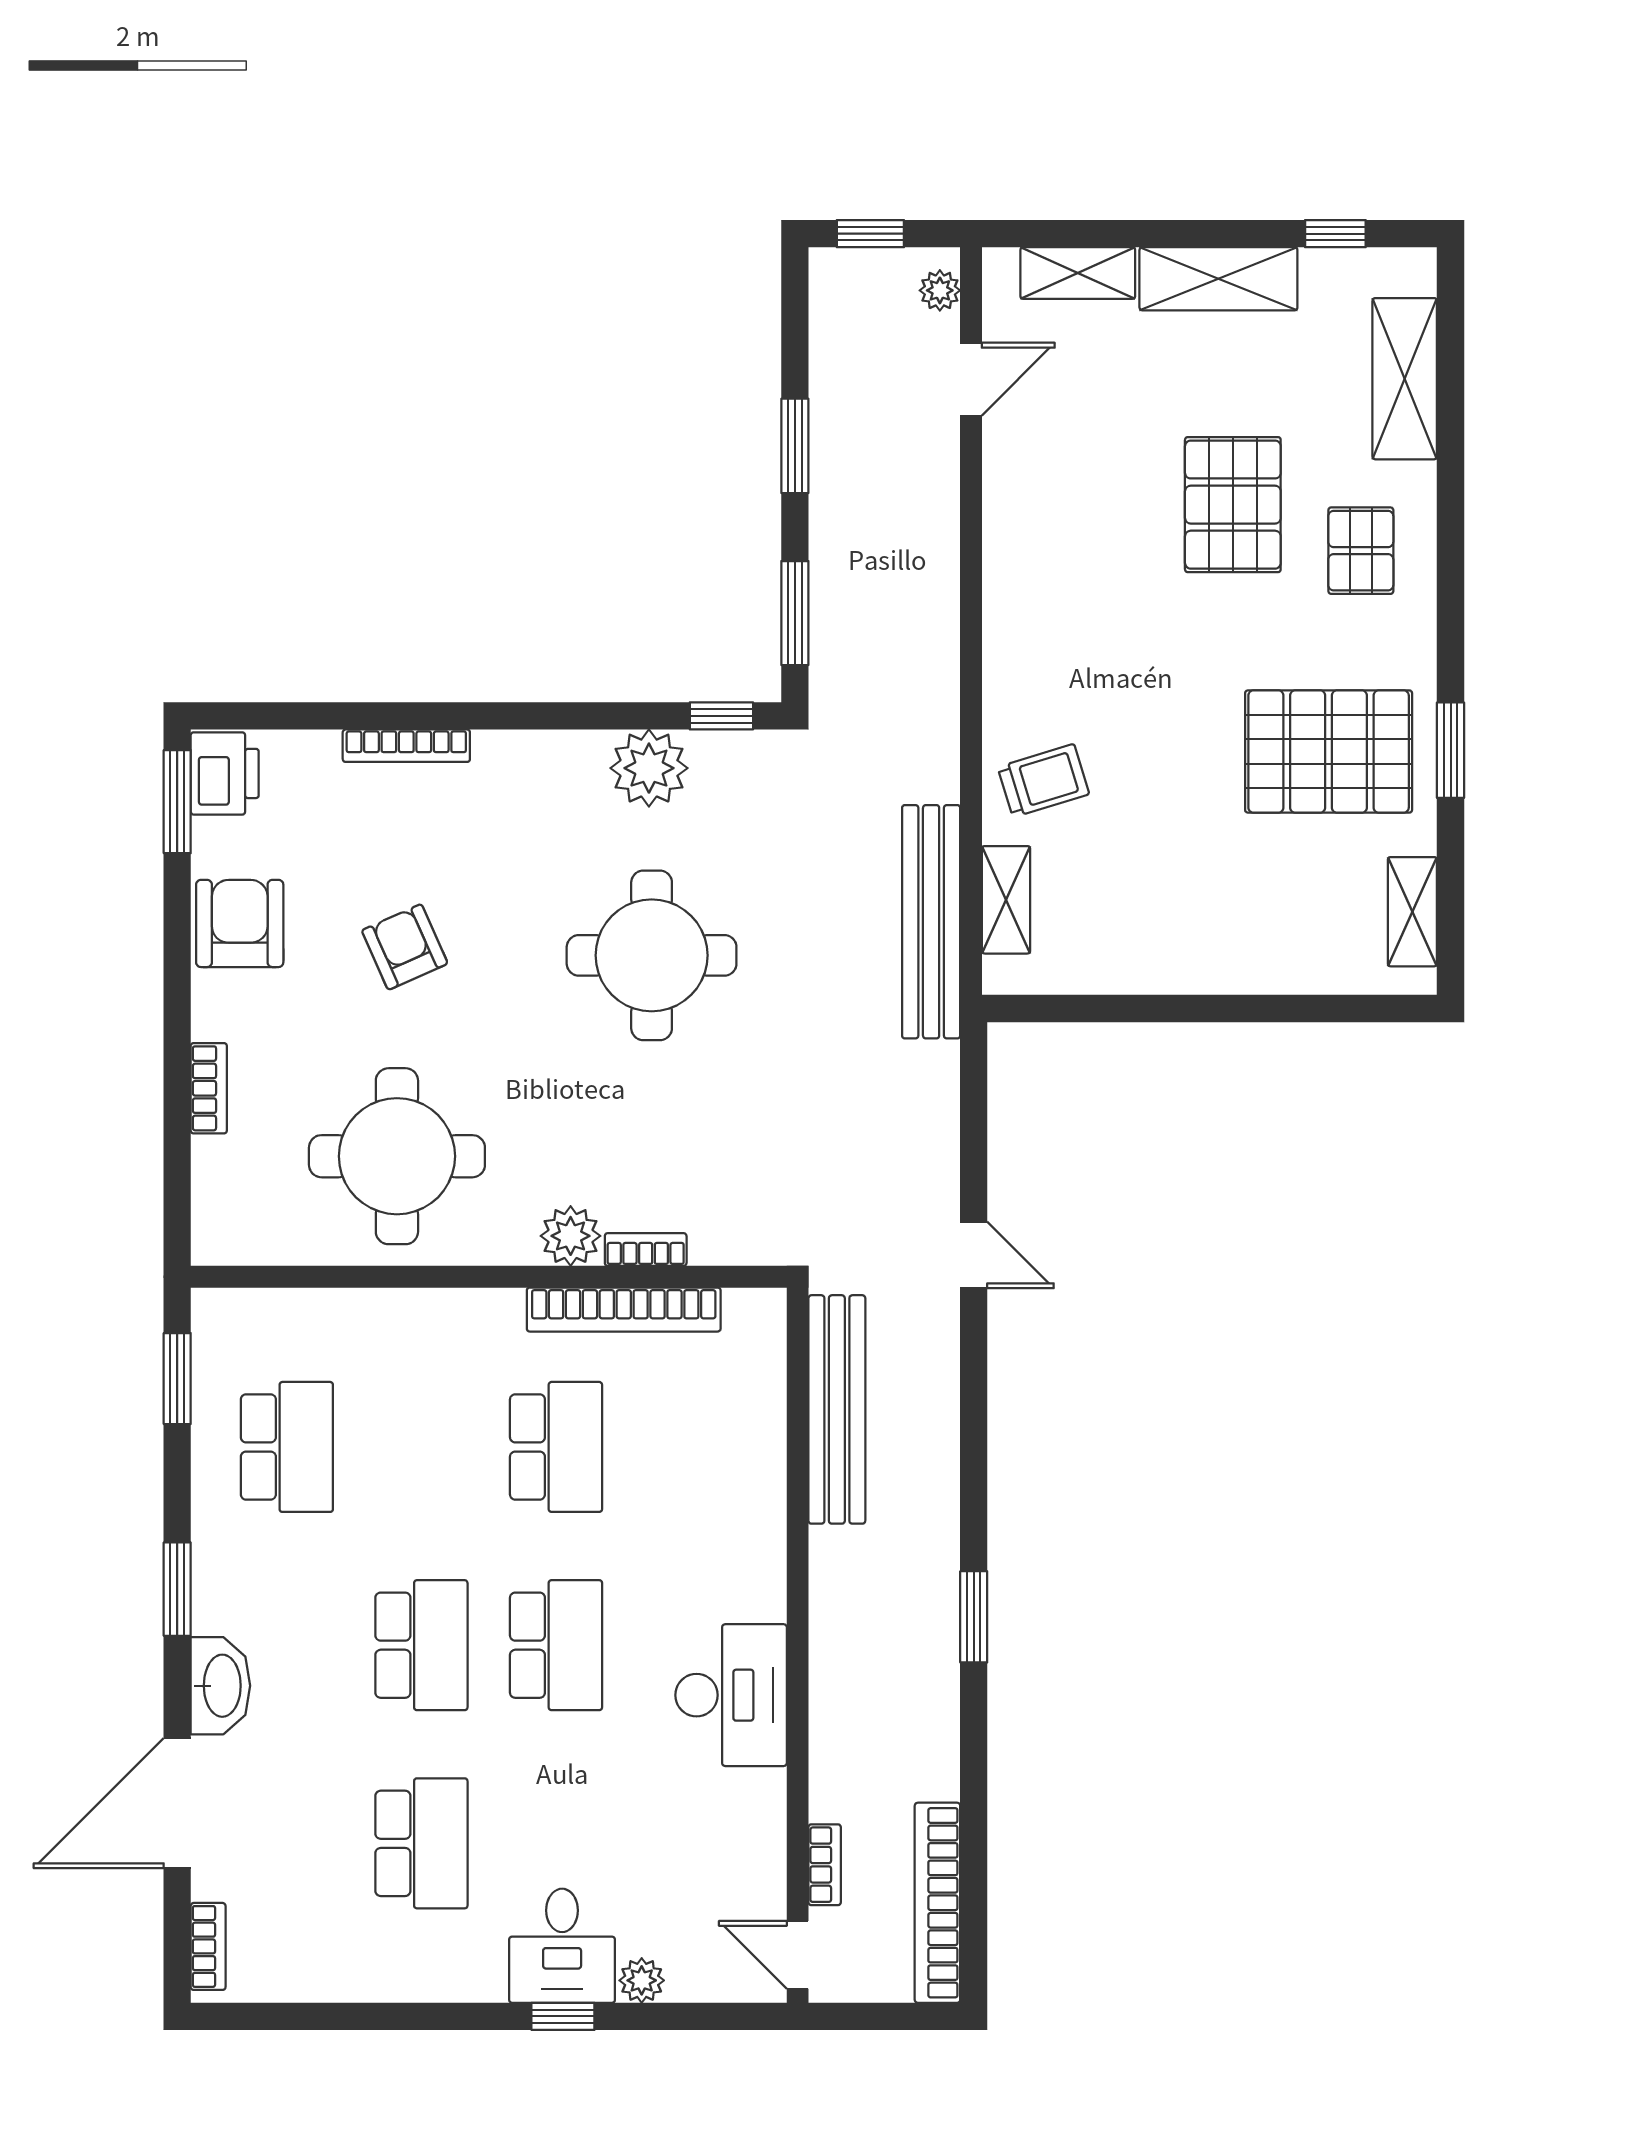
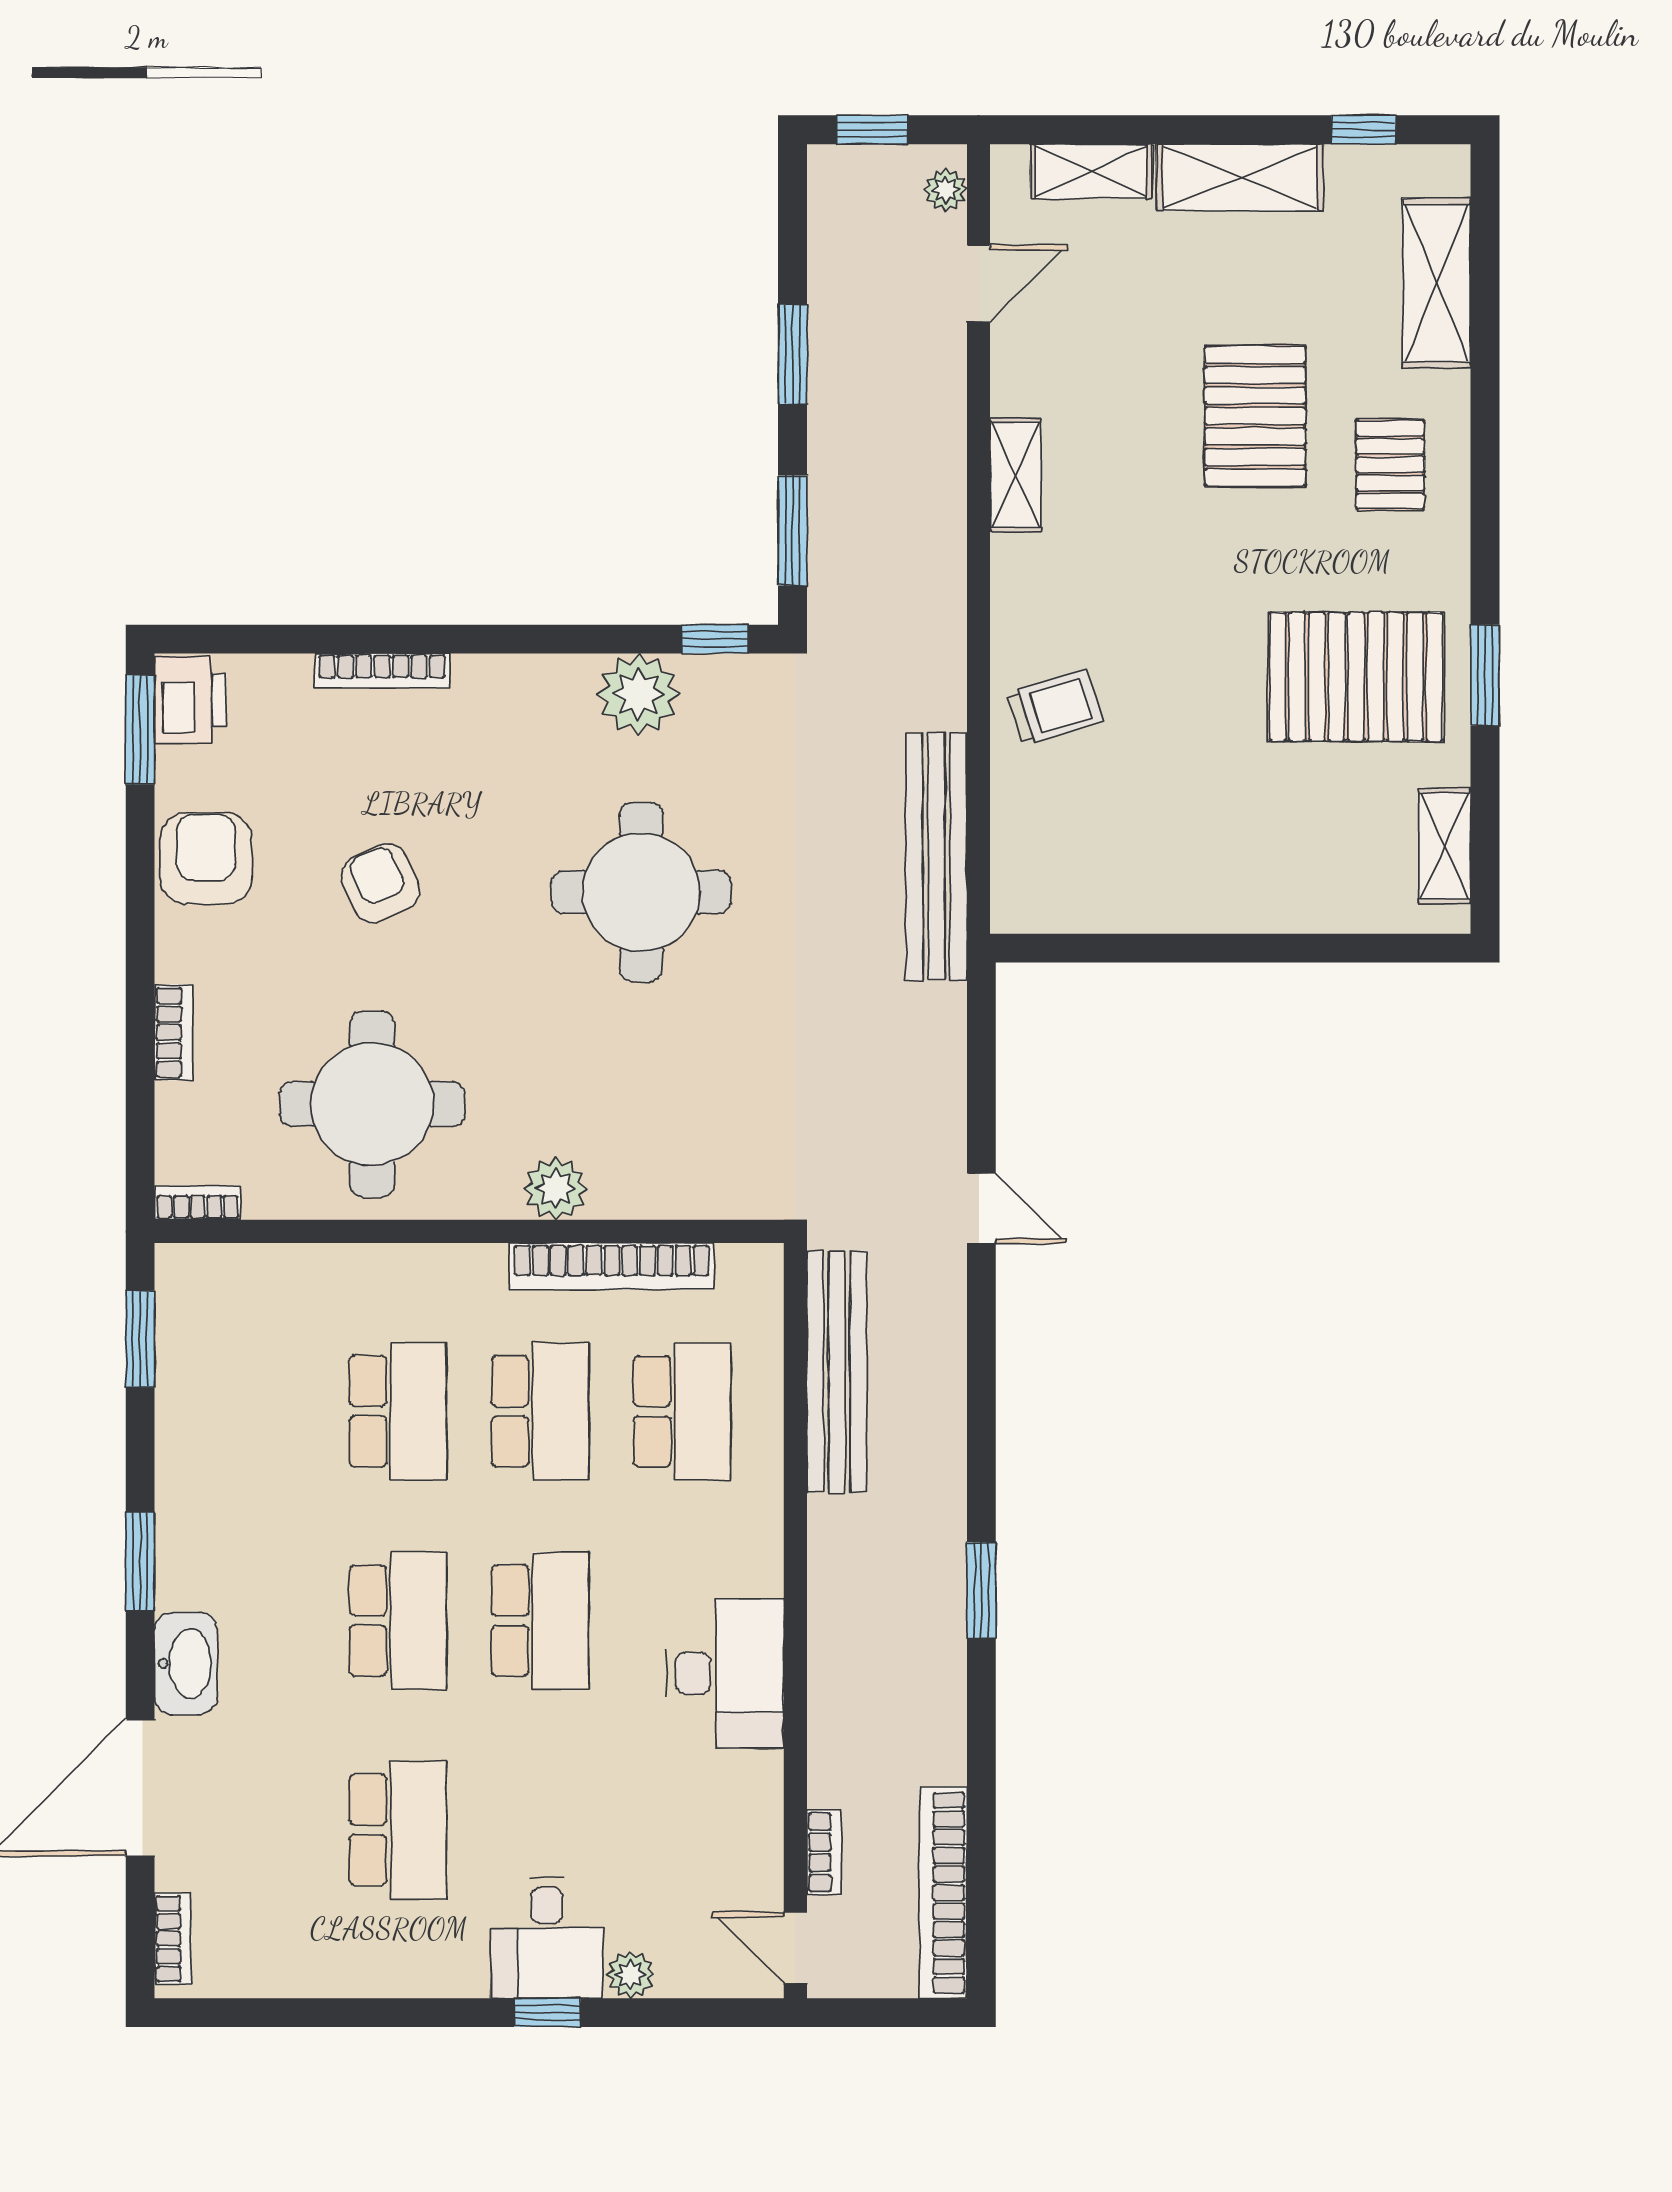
shelving: (1006, 900) -> (1015, 475), moved
bookcase: (646, 1250) -> (198, 1203), moved
school desk: (287, 1447) -> (398, 1411), moved
school desk: (691, 1447) -> (682, 1411), added

